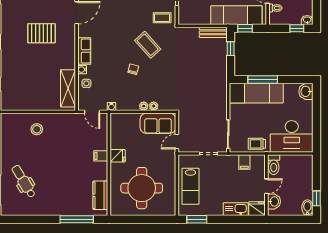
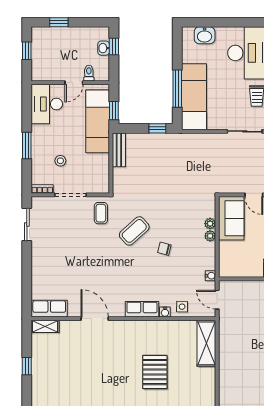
washbasin: (307, 20) -> (104, 48), moved
pallet: (41, 33) -> (155, 372), moved
window: (231, 49) -> (157, 128), moved
shelving: (68, 88) -> (206, 343), moved, turned 90
washbasin: (306, 91) -> (205, 35), moved
door: (92, 112) -> (217, 300), swing flipped
stool: (37, 129) -> (239, 368), removed

